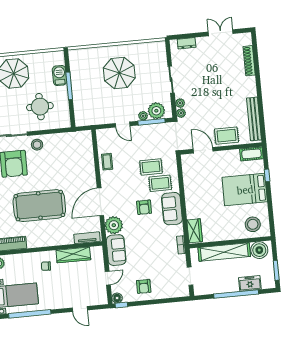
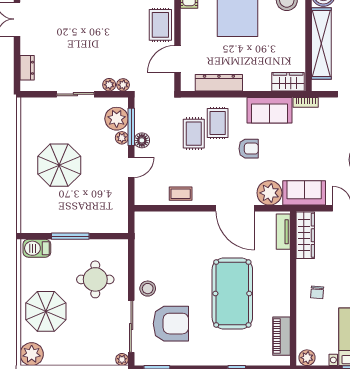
barbecue: (59, 76) -> (37, 248), moved
floor lamp: (143, 130) -> (142, 140), added
dresser: (189, 181) -> (219, 83), added
sofa: (172, 209) -> (270, 110), moved
wardrobe: (73, 255) -> (305, 235), moved

